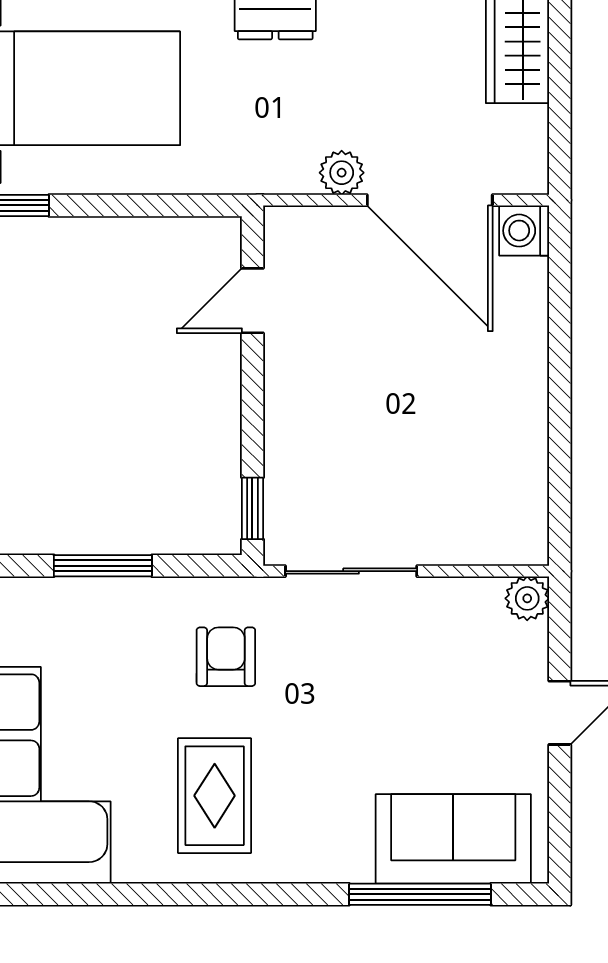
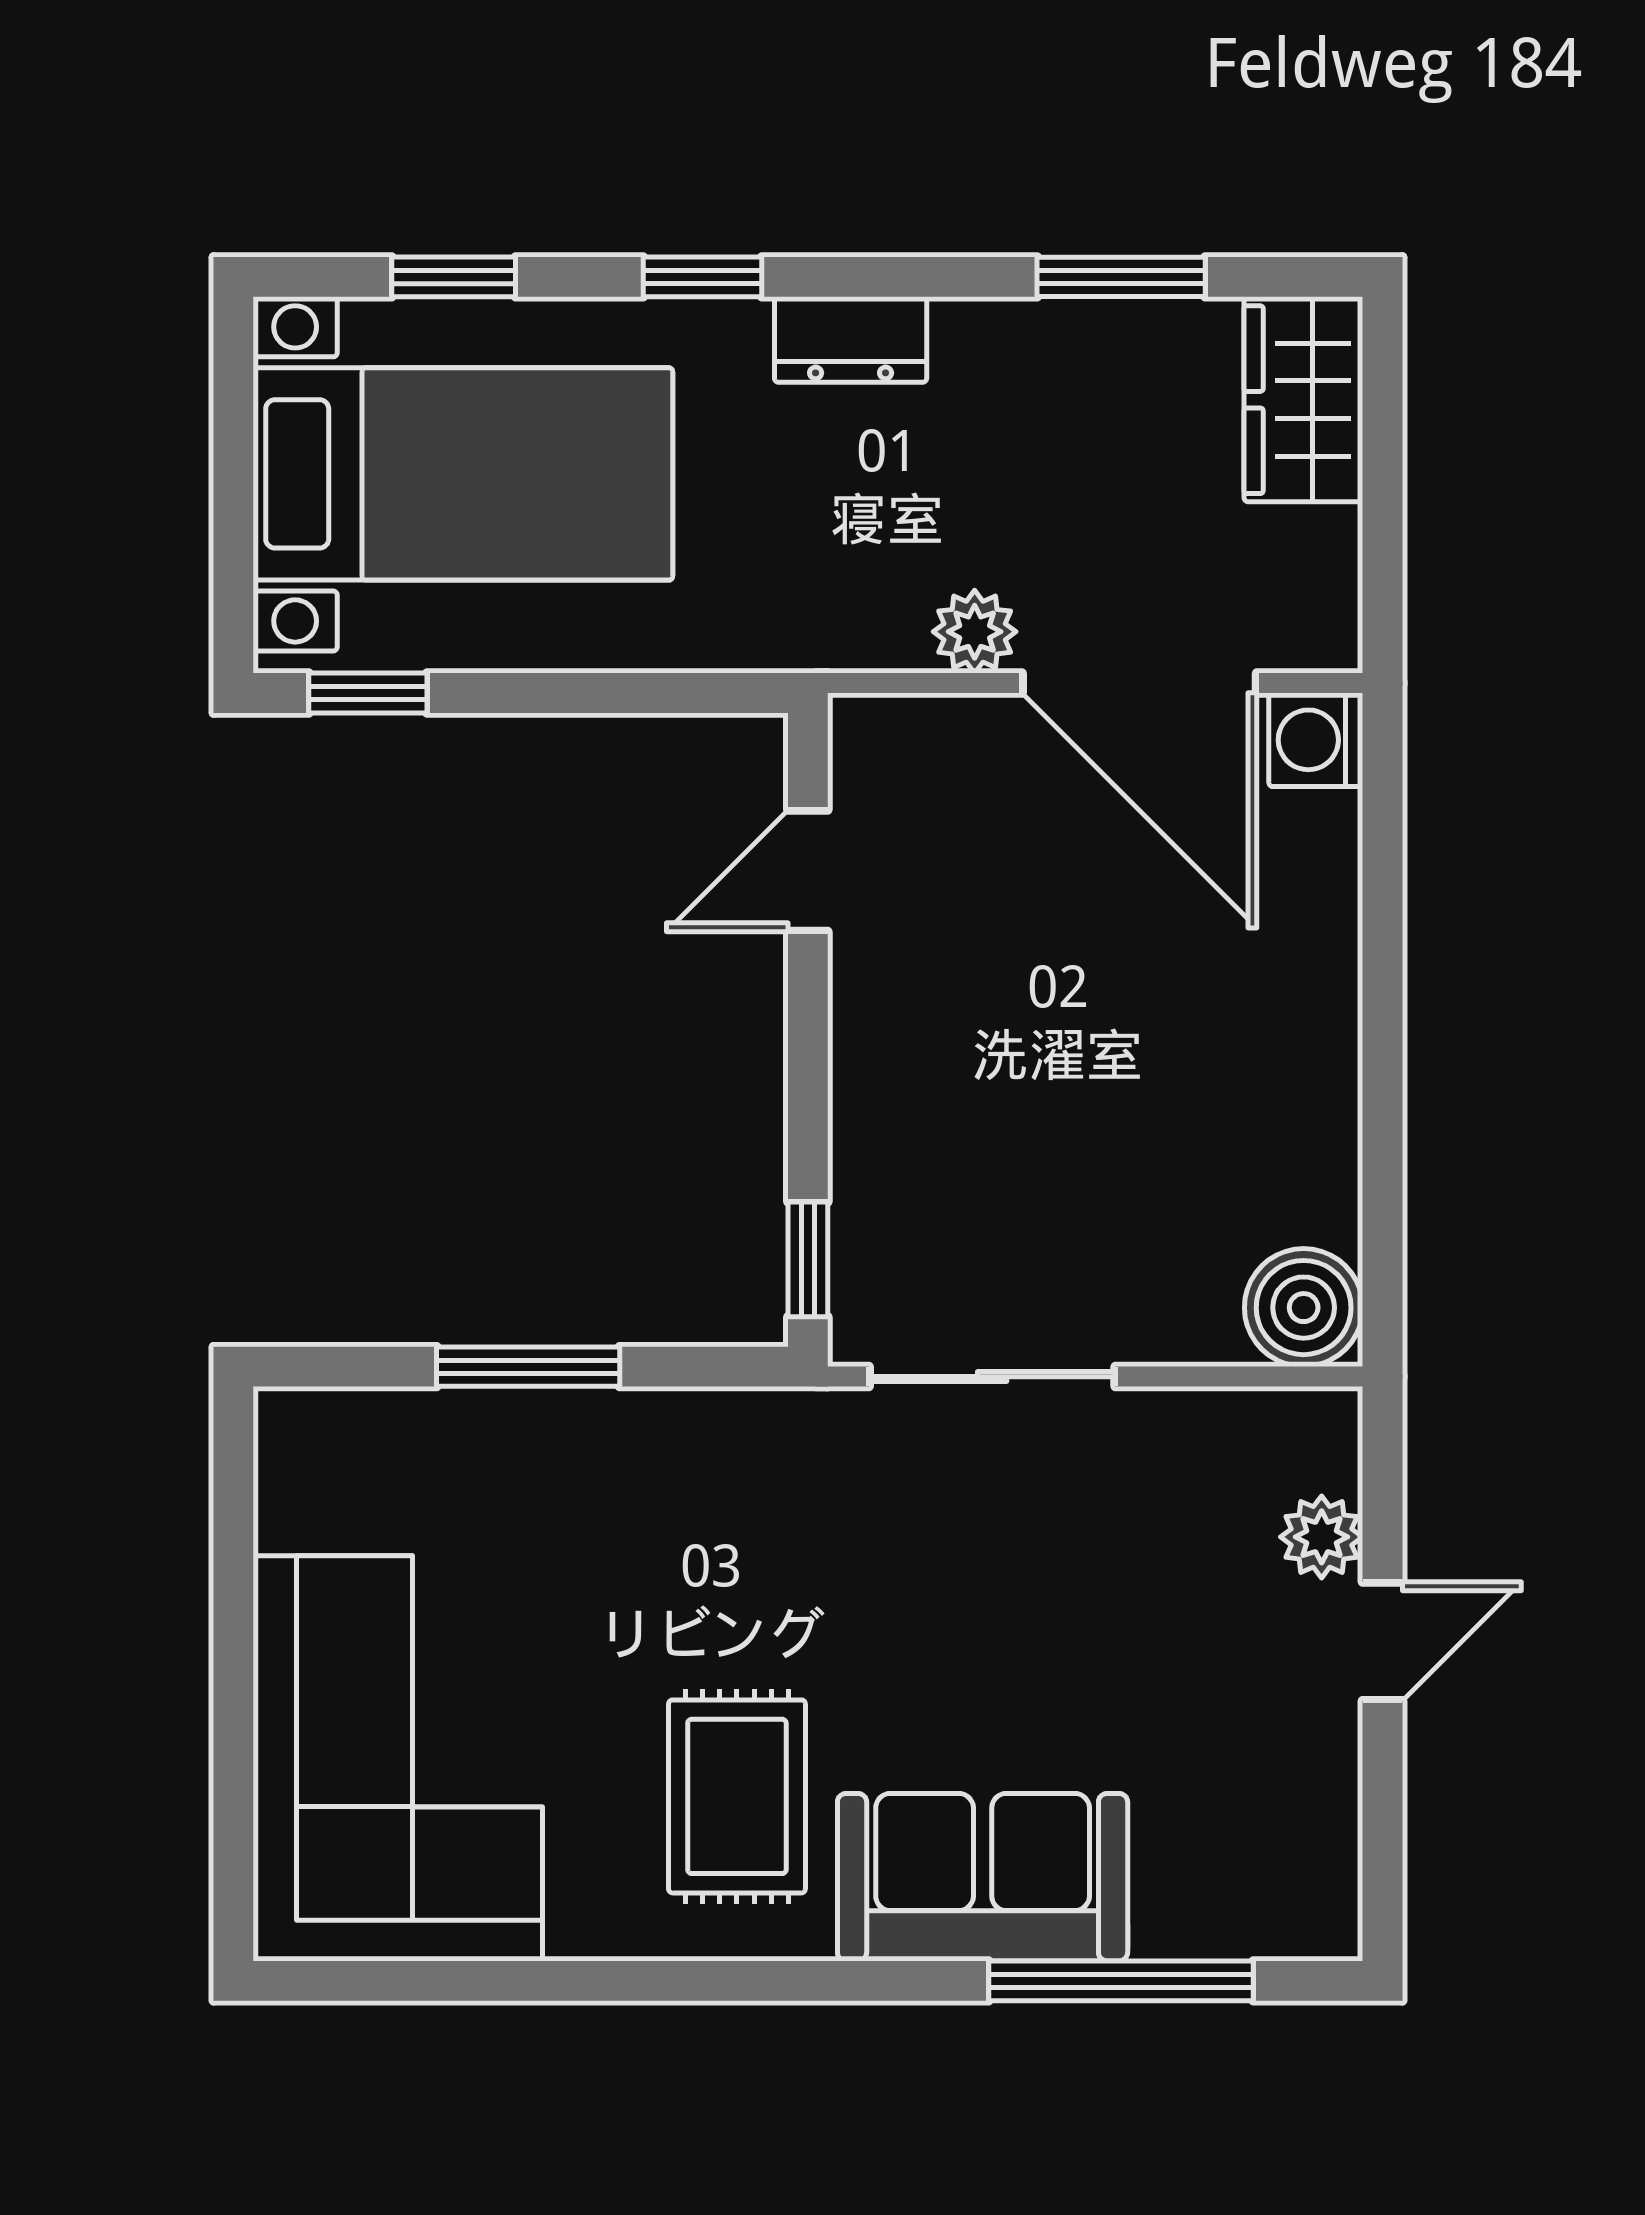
boiler: (518, 534) -> (1304, 1308), added
plant: (527, 598) -> (1322, 1537), moved
armchair: (226, 657) -> (758, 1537), removed
sofa: (453, 839) -> (983, 1877), moved

